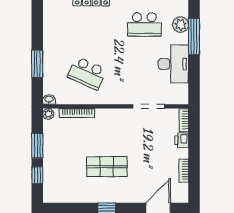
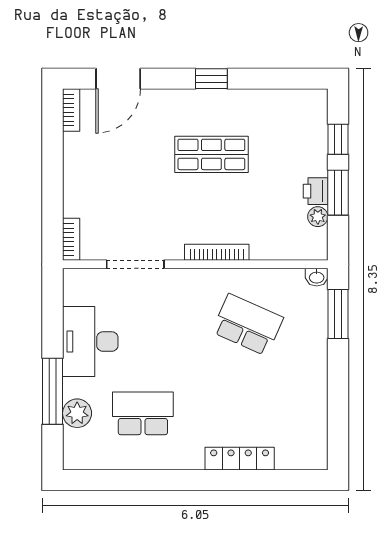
window: (37, 64) -> (338, 314), moved
bookcase: (77, 113) -> (217, 252), moved
plant: (48, 114) -> (318, 217), moved
printer: (182, 140) -> (316, 191), moved, turned 180
bookcase: (184, 171) -> (71, 110), moved

